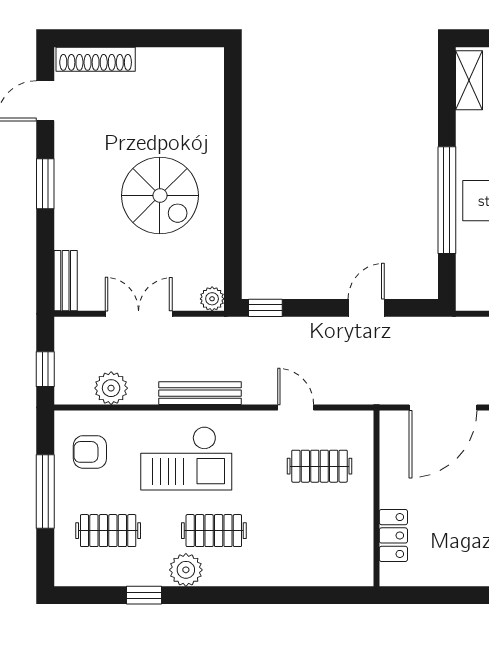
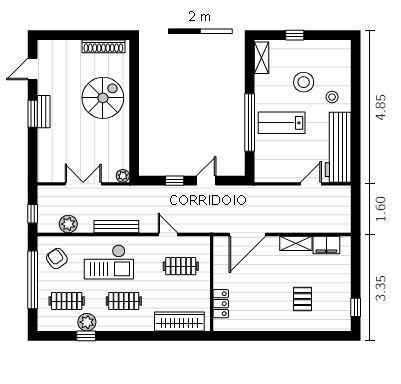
shoe rack: (96, 59) -> (103, 46), moved
spiral stairs: (160, 195) -> (103, 98), moved, turned -90
bench: (66, 281) -> (44, 112), moved
window: (265, 308) -> (175, 181), moved
armchair: (90, 452) -> (57, 259), turned 54
window: (45, 491) -> (33, 280), width x1.46
wardrobe: (317, 569) -> (179, 322), added
plant: (186, 570) -> (87, 322), moved

